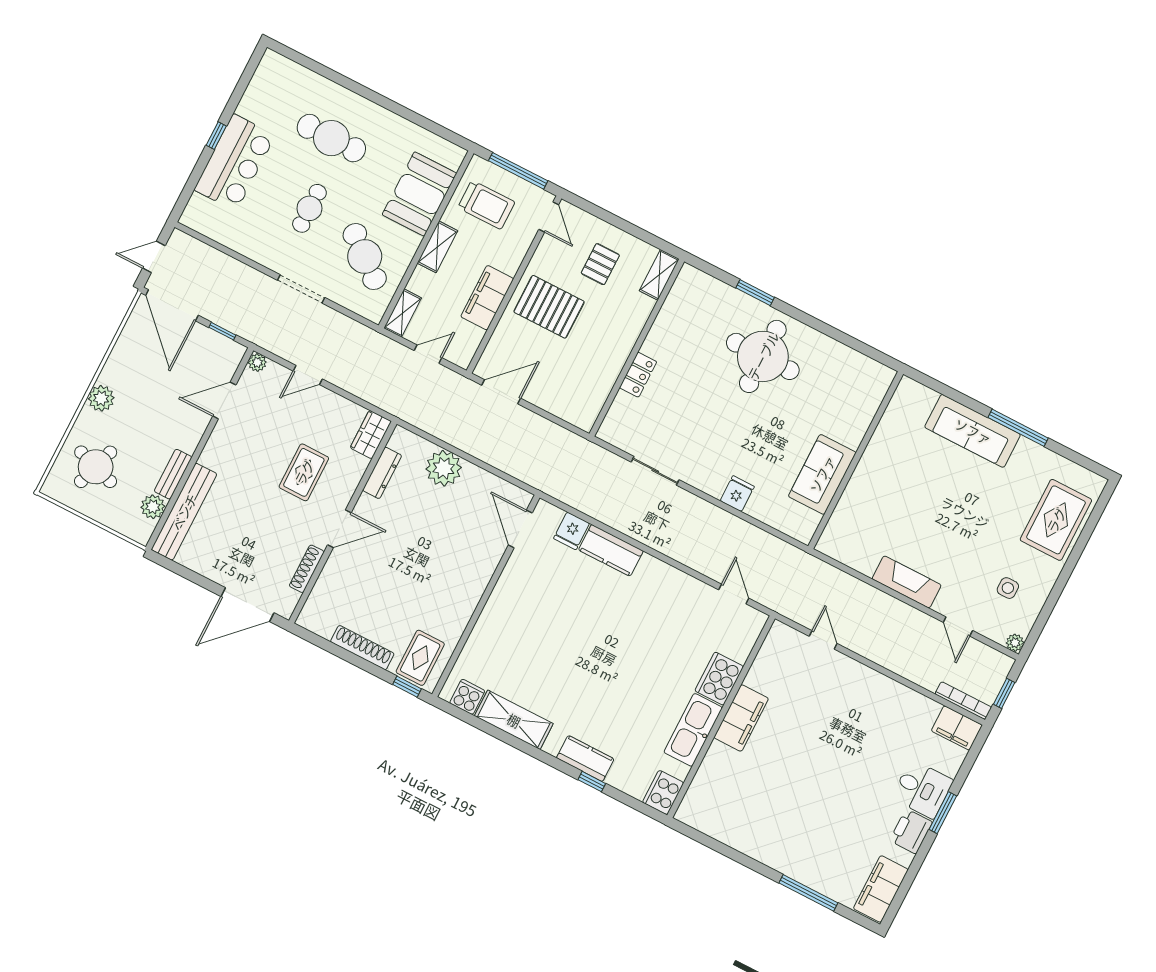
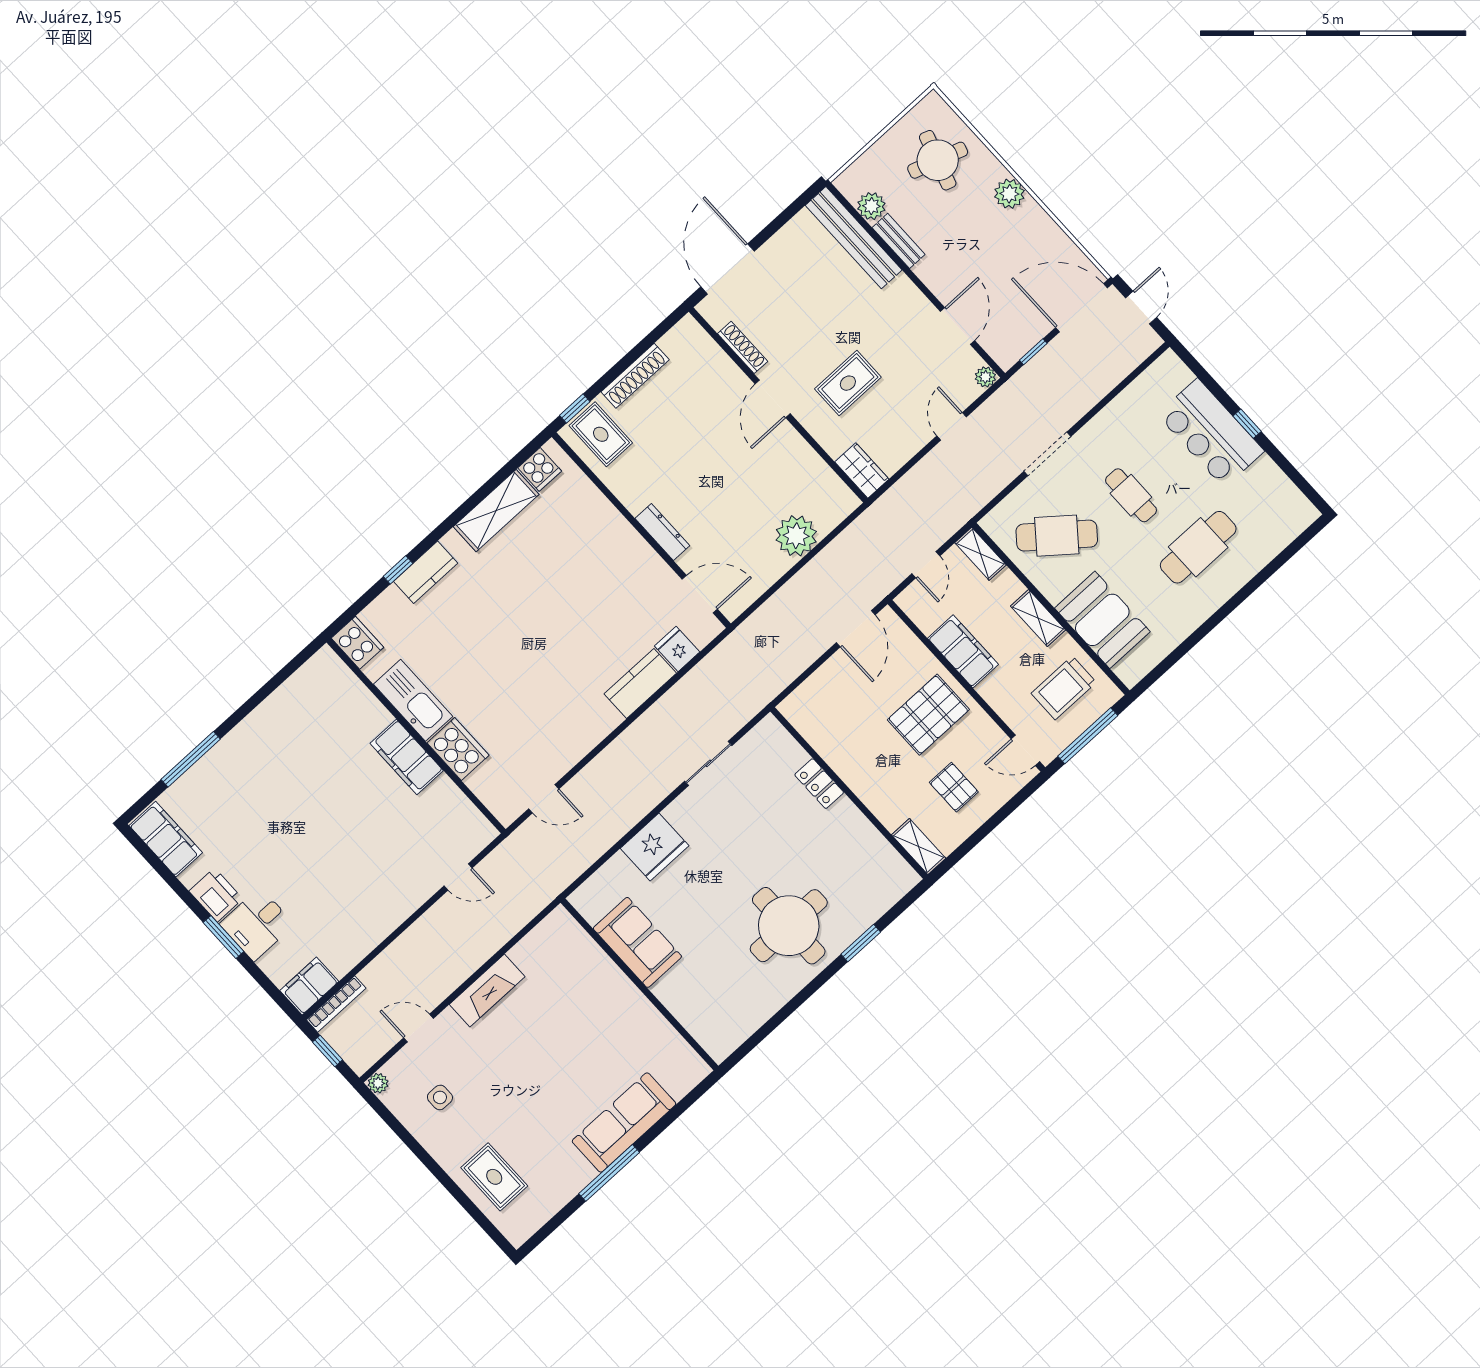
rug: (304, 472) -> (848, 383), turned 90
dresser: (382, 473) -> (662, 532), moved, turned 180
fridge: (737, 494) -> (655, 847), width x1.88, depth x1.34
rug: (1056, 520) -> (494, 1177), width x0.73, depth x0.70

